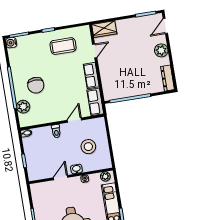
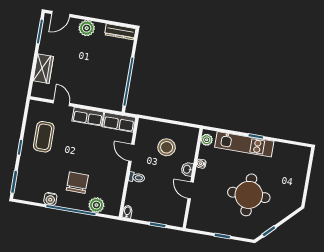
door: (165, 26) -> (61, 14), hinge flipped
wardrobe: (104, 29) -> (43, 69), moved
water cooler: (11, 43) -> (50, 199), moved
chair: (36, 85) -> (77, 183), turned -89

